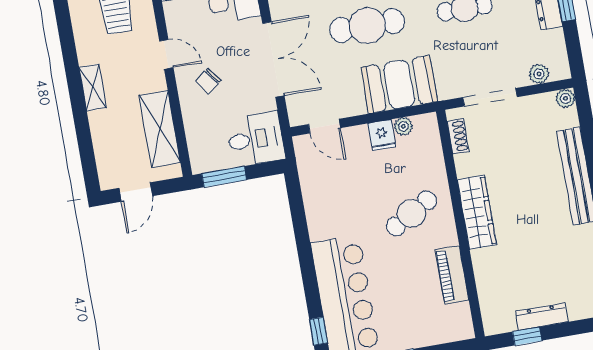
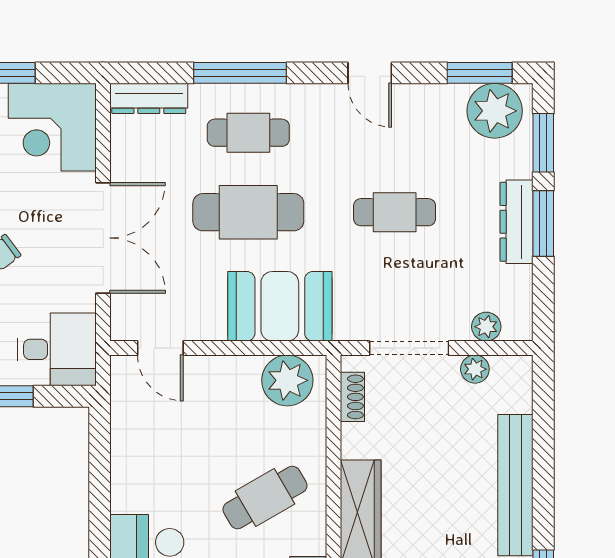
plant: (566, 98) -> (475, 369), moved
plant: (403, 126) -> (287, 380), width x1.88, depth x1.88
fridge: (382, 135) -> (242, 376), removed

